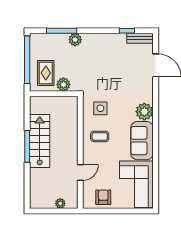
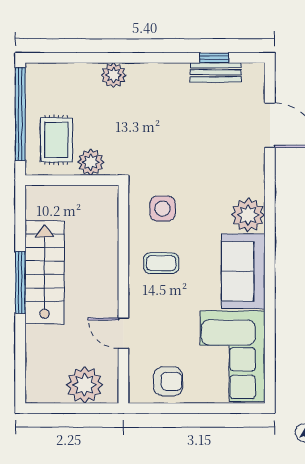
window: (62, 31) -> (87, 58), removed
bench: (140, 38) -> (216, 72), moved
door: (80, 172) -> (123, 333), swing flipped
armchair: (103, 197) -> (168, 381), turned 90
plant: (60, 203) -> (85, 385), width x1.87, depth x1.87

